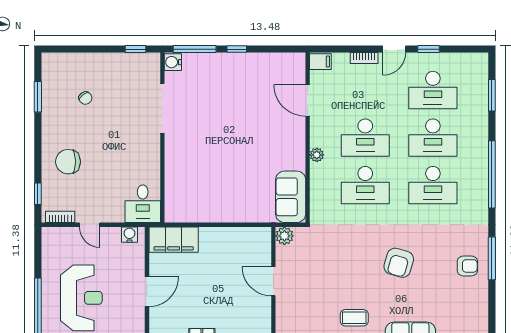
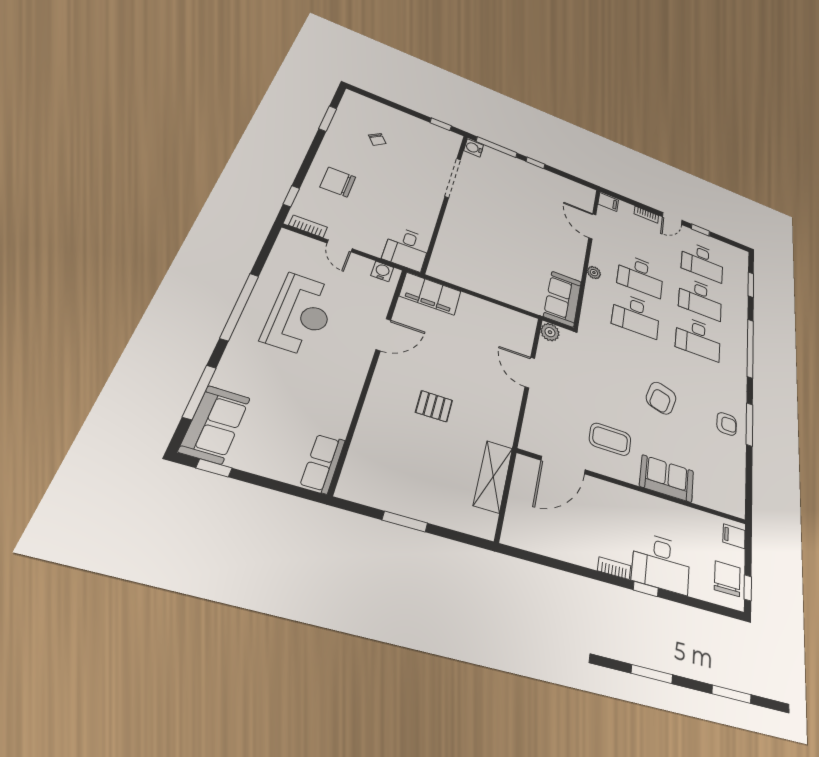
coffee table: (354, 318) -> (610, 439), width x1.36, depth x1.30

